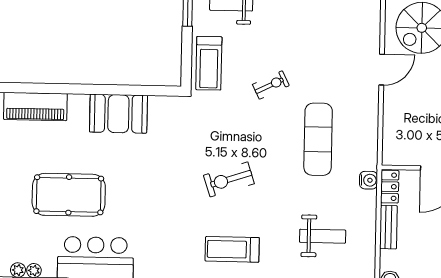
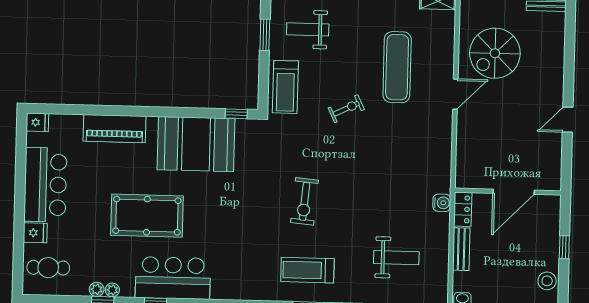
window: (159, 91) -> (236, 114), added
booth: (118, 114) -> (196, 144), width x1.36, depth x1.42
exercise mat: (318, 139) -> (397, 67), moved
exercise bike: (229, 179) -> (305, 201), turned -67

